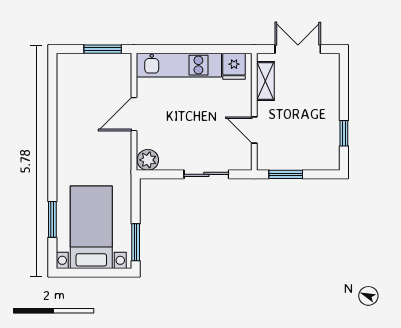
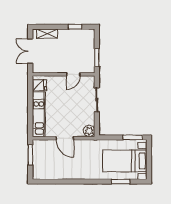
shelving: (265, 81) -> (47, 34), moved

